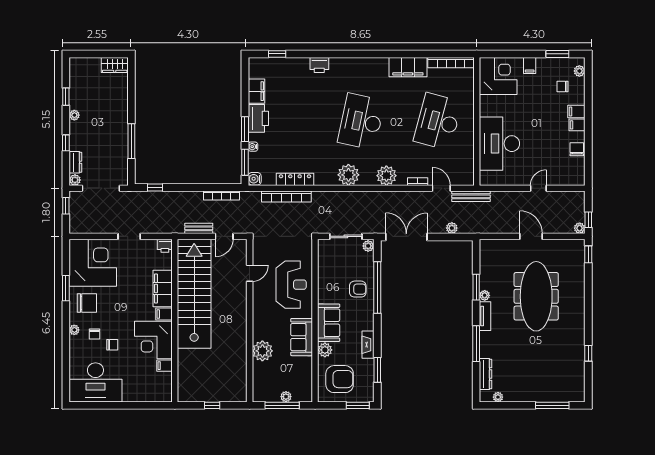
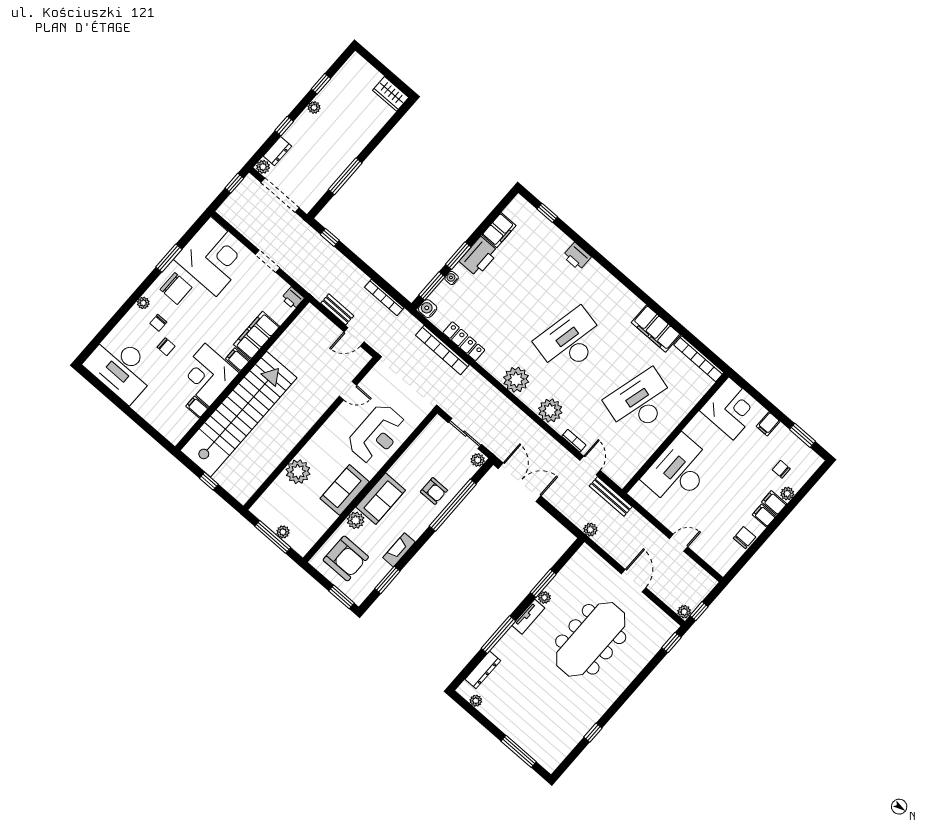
plant: (579, 71) -> (787, 494), moved
plant: (452, 228) -> (590, 530), moved
stairs: (194, 294) -> (239, 414), moved

